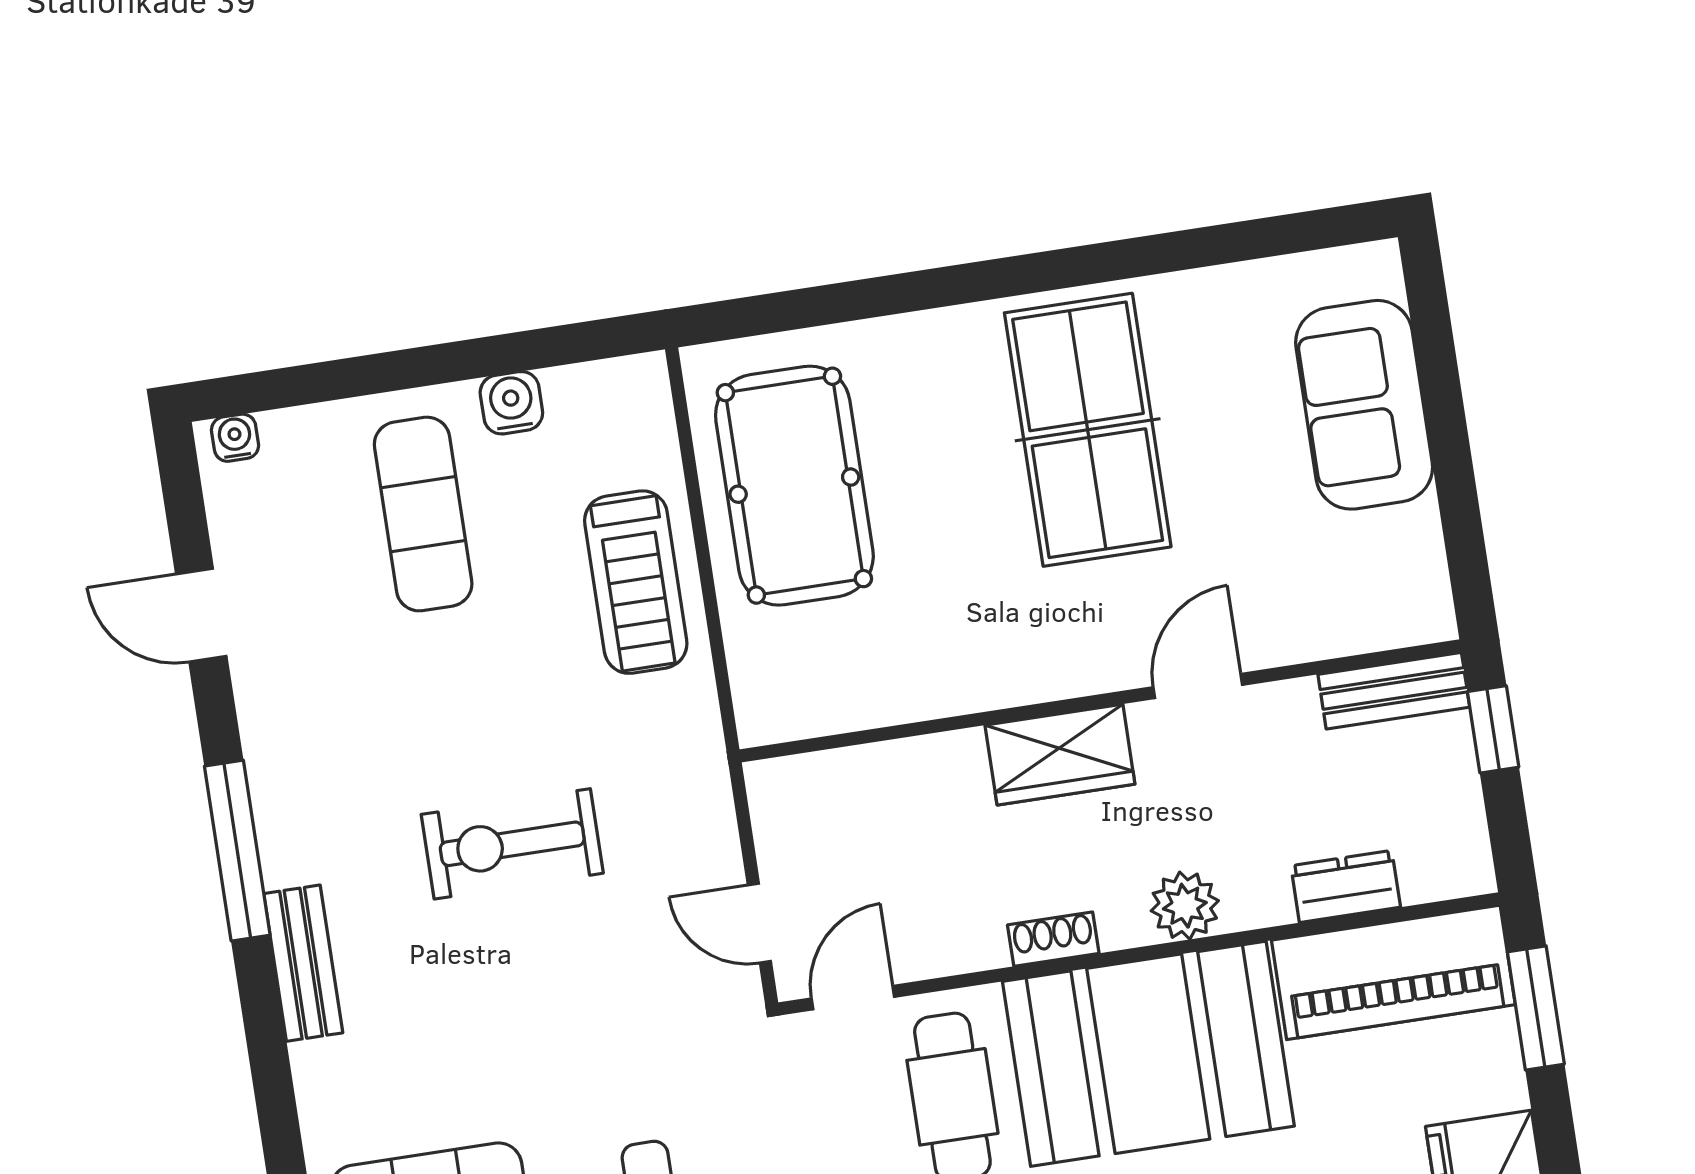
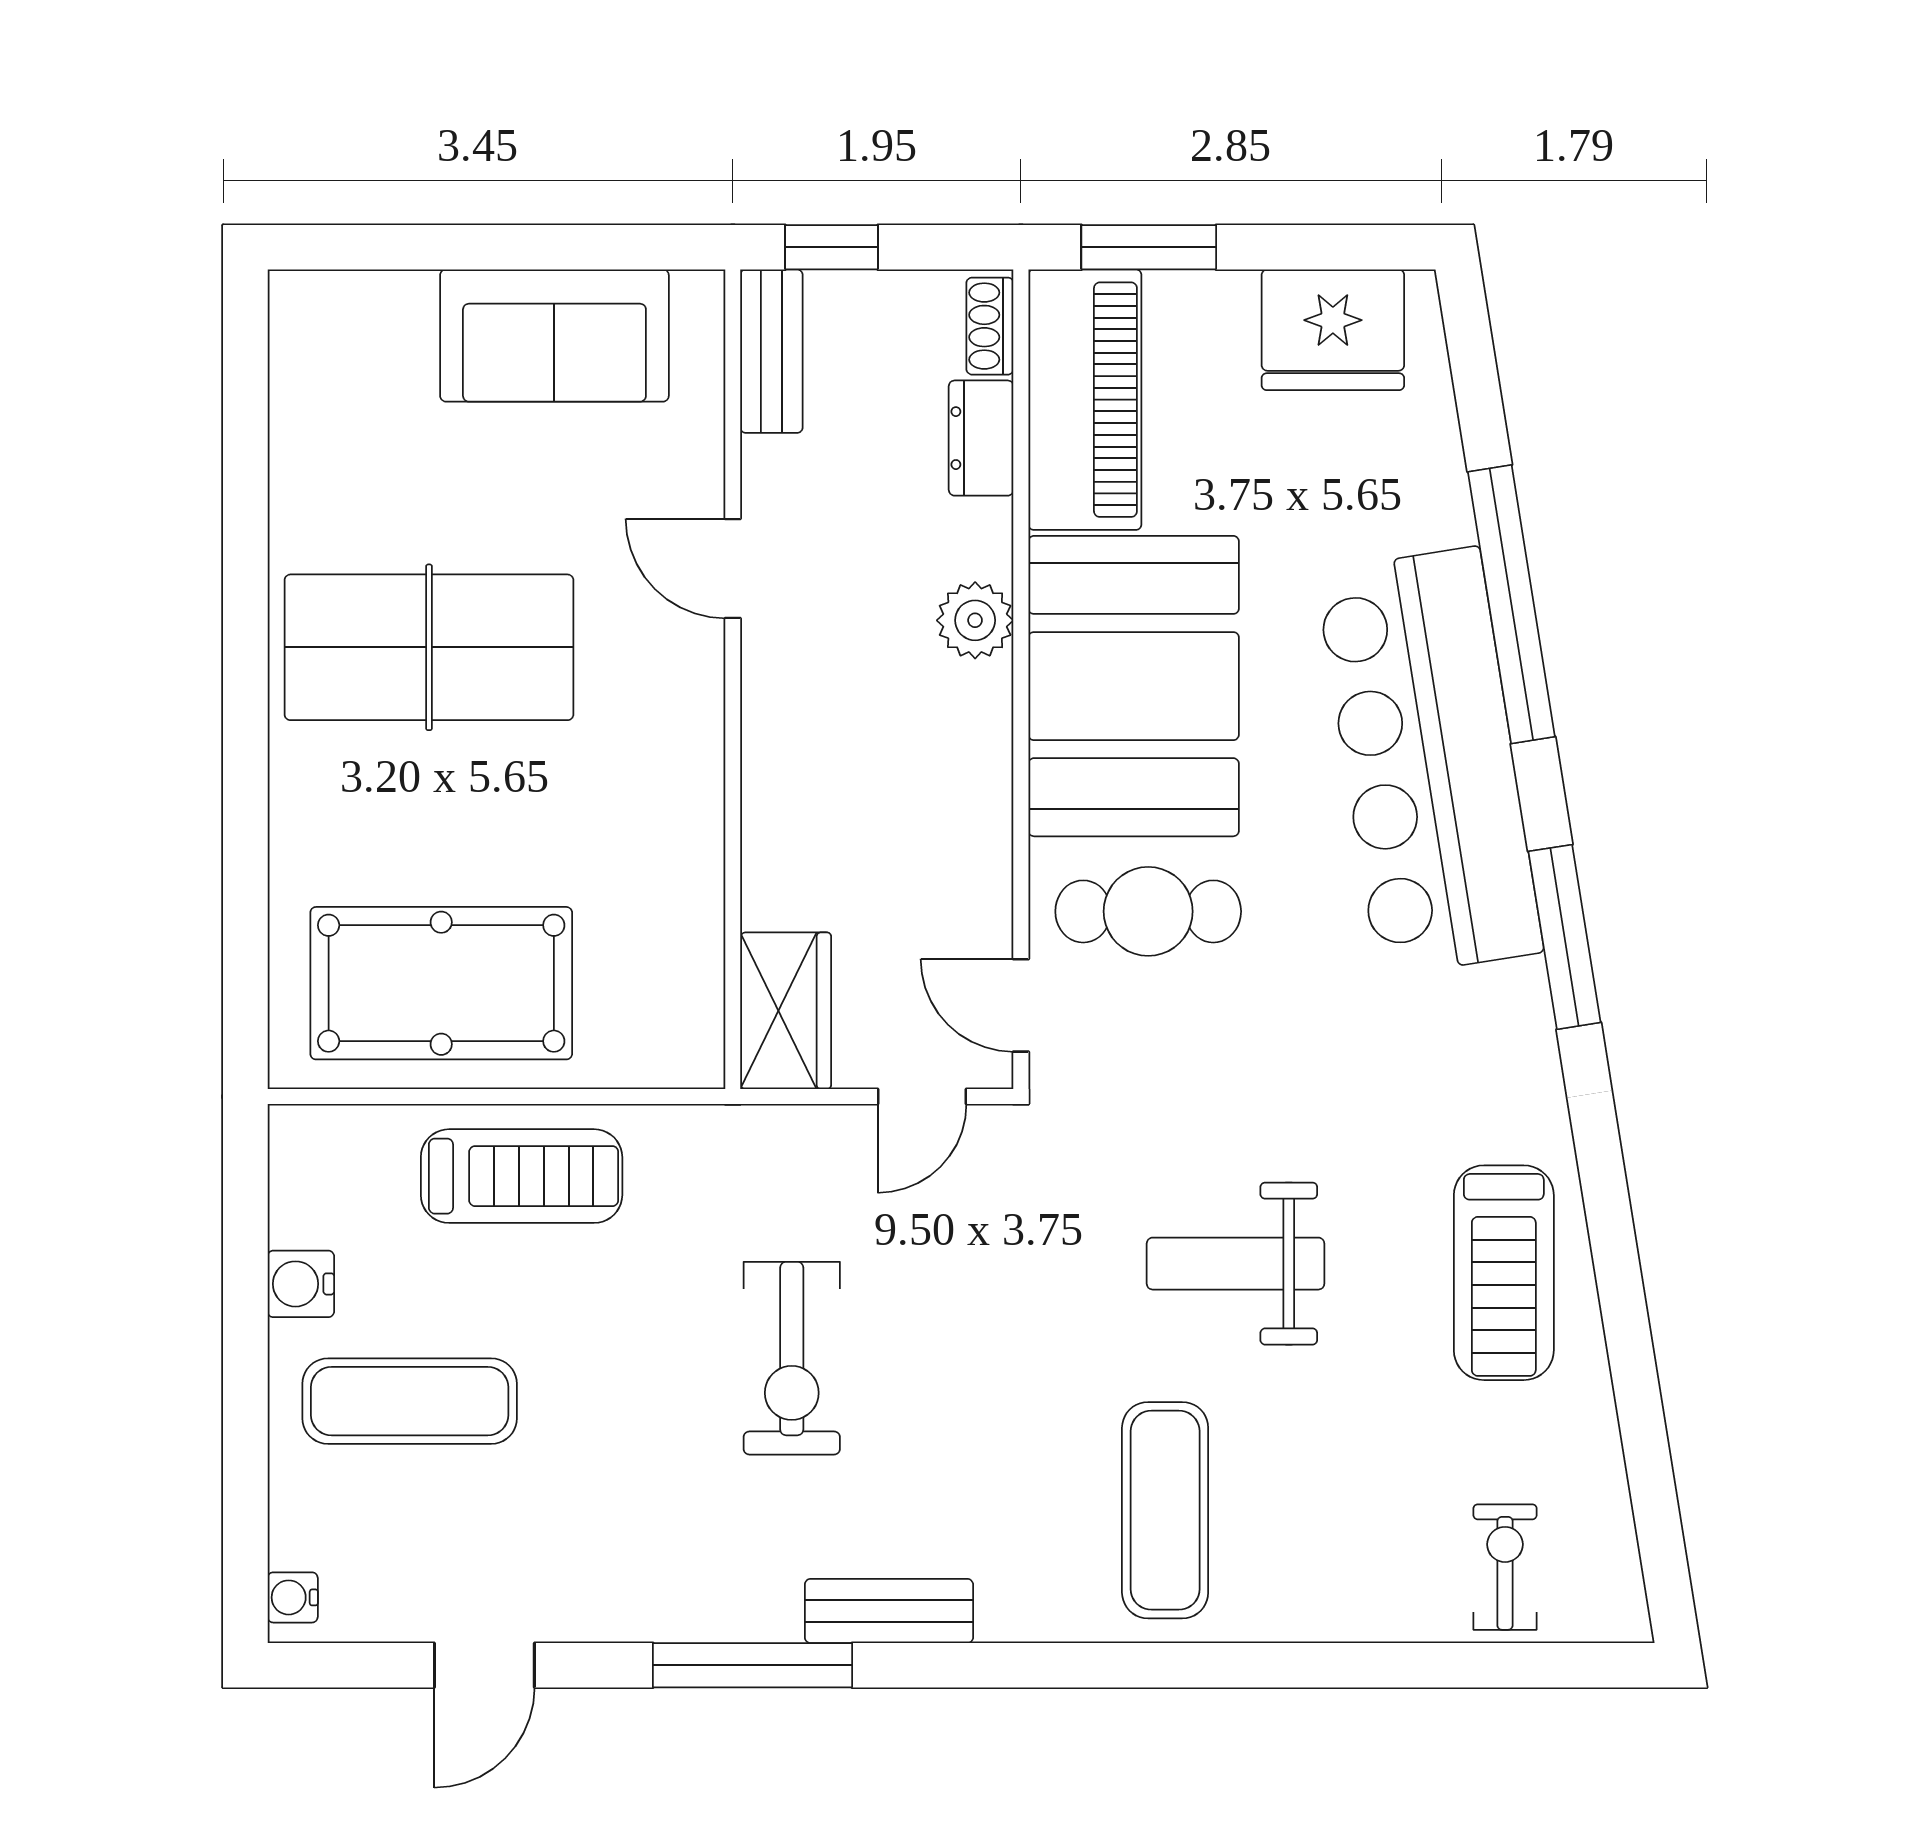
sofa: (1364, 405) -> (554, 335), moved
wardrobe: (1060, 755) -> (786, 1011), moved
shoe rack: (1053, 939) -> (990, 326), moved

